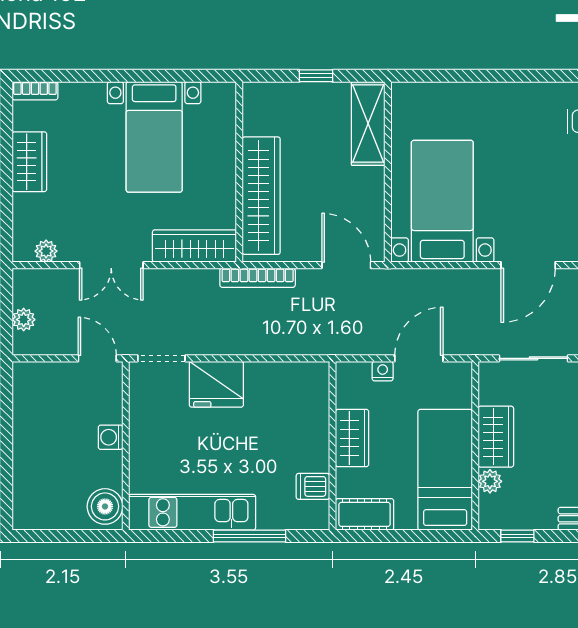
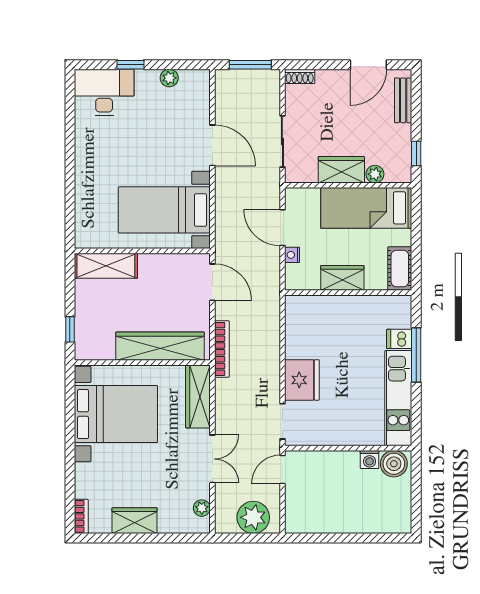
window: (316, 76) -> (70, 329), moved
bed with nightstands: (154, 137) -> (116, 414), width x1.36
door: (346, 265) -> (212, 282), swing flipped
plant: (24, 320) -> (253, 517), width x1.88, depth x1.88
washing machine: (111, 437) -> (370, 460), moved
dishwasher: (313, 486) -> (399, 339), moved, turned 90

